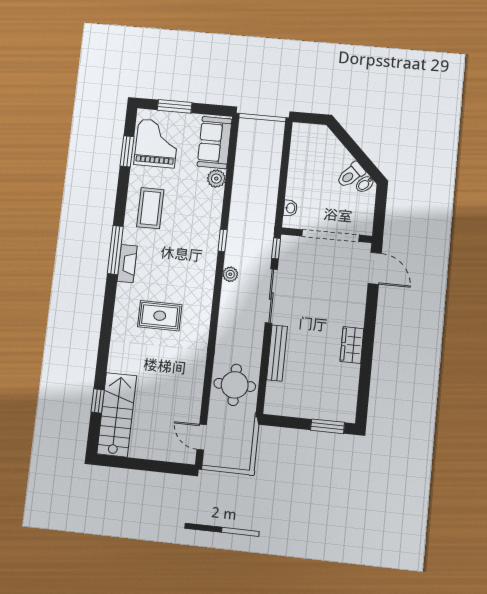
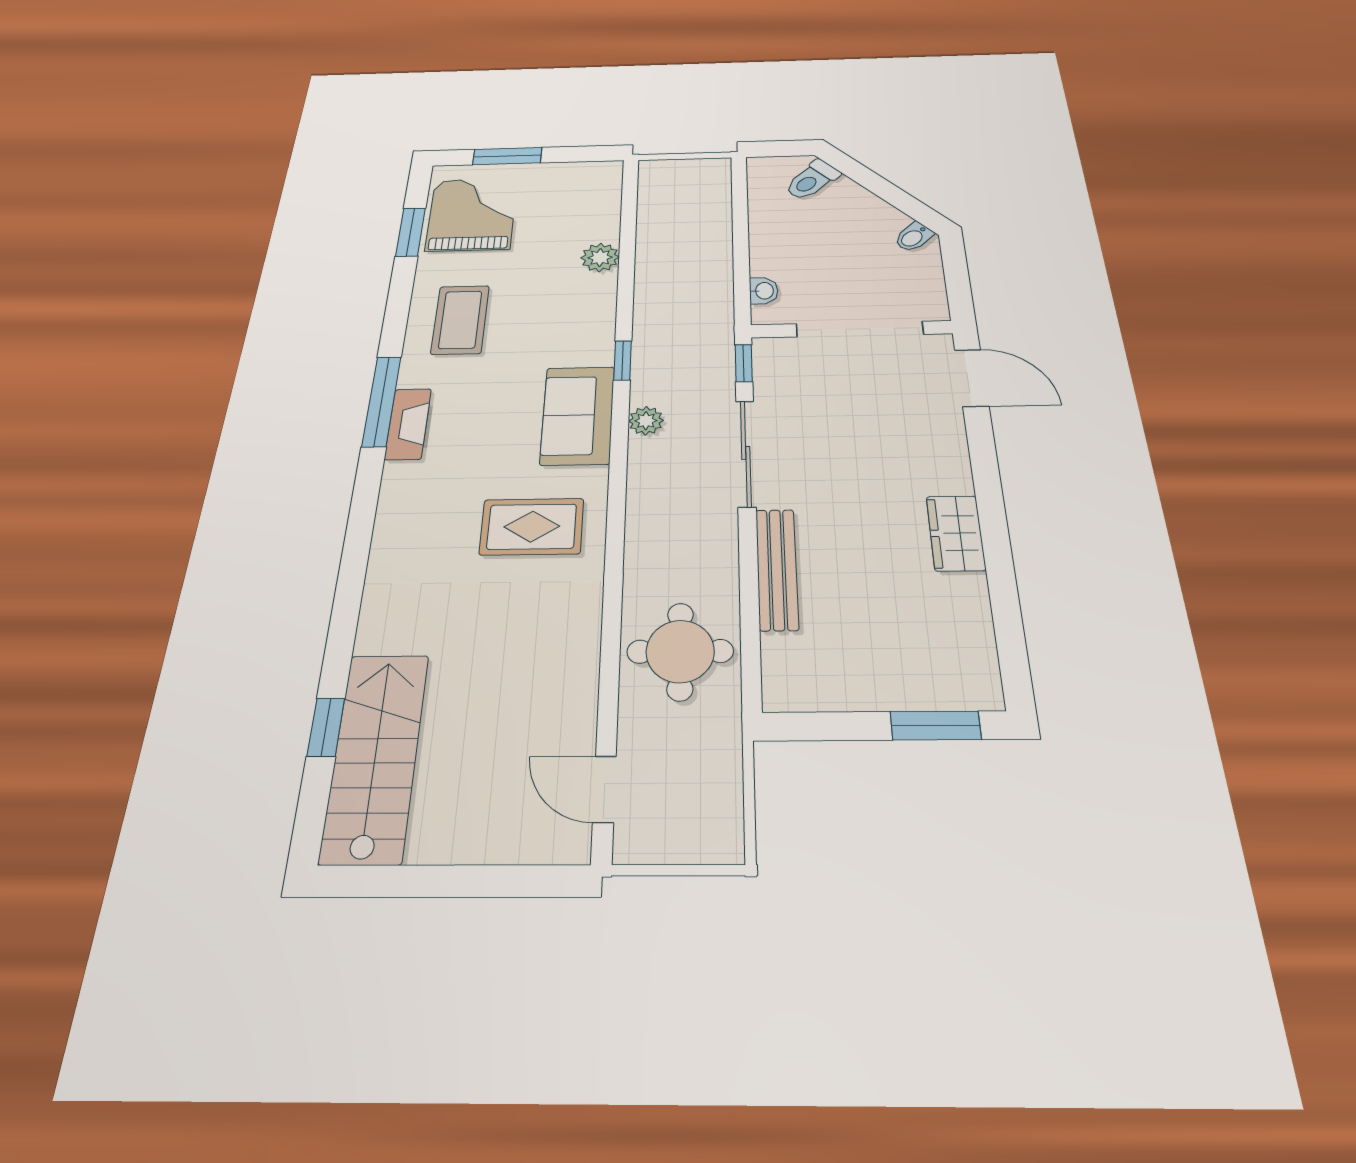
sofa: (215, 143) -> (578, 415), moved
toilet: (351, 175) -> (812, 180), moved
rug: (160, 316) -> (532, 527), moved

